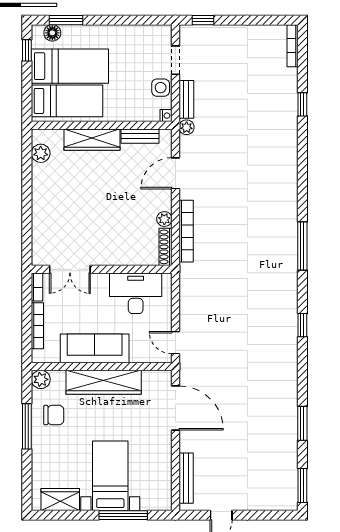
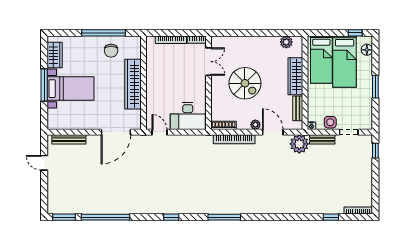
window: (66, 20) -> (375, 87), moved
window: (302, 104) -> (331, 217), moved
plant: (187, 127) -> (299, 144), width x1.88, depth x1.88
spiral stairs: (102, 215) -> (245, 83), added
plant: (164, 219) -> (255, 125), moved
double door: (70, 269) -> (209, 62), swing flipped
desk: (136, 293) -> (188, 116), moved, turned 90
door: (175, 343) -> (159, 132), hinge flipped
sofa: (95, 348) -> (156, 78), removed
plant: (41, 379) -> (135, 42), removed
window: (302, 423) -> (105, 217), width x2.11
window: (27, 426) -> (103, 33), width x1.46
window: (123, 515) -> (44, 85), moved

